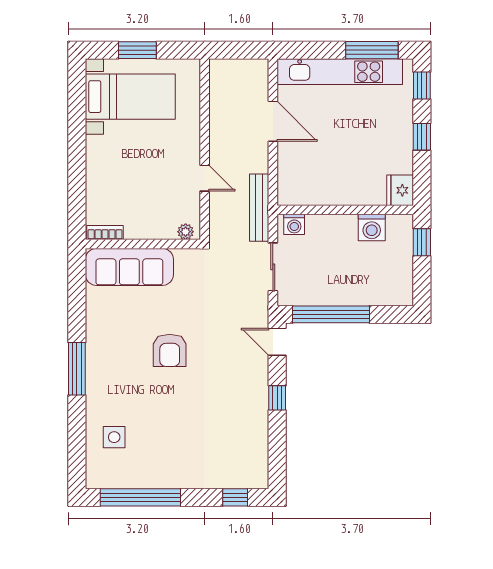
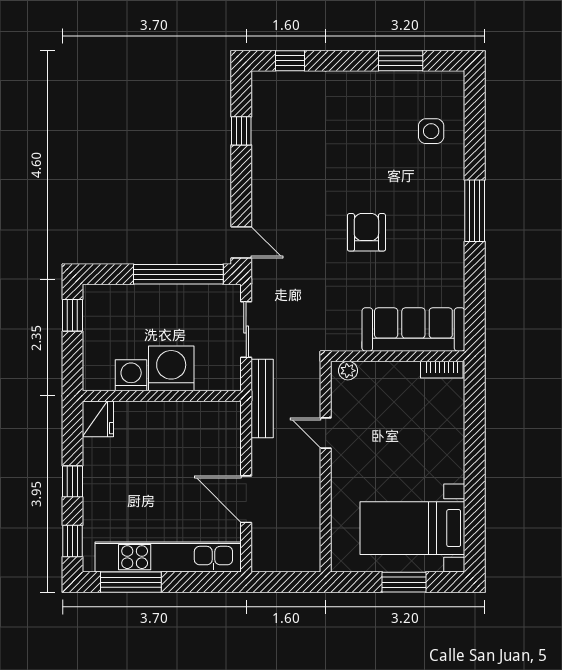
washing machine: (294, 224) -> (171, 368), moved, width x1.89, depth x1.89
window: (422, 242) -> (72, 315), moved
window: (277, 398) -> (241, 131), moved
window: (140, 497) -> (401, 61), width x0.47

